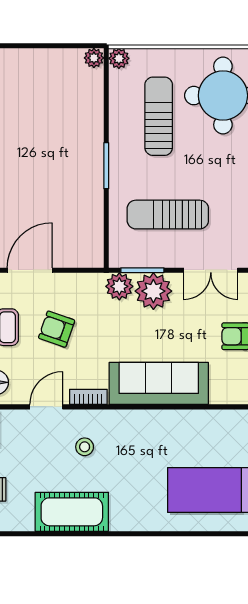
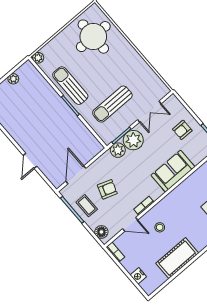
plant: (94, 58) -> (13, 79), moved
sun lounger: (159, 116) -> (70, 86), moved
armchair: (57, 329) -> (107, 189), turned 180
sofa: (159, 383) -> (173, 171), width x0.73
door: (46, 407) -> (130, 224), swing flipped

